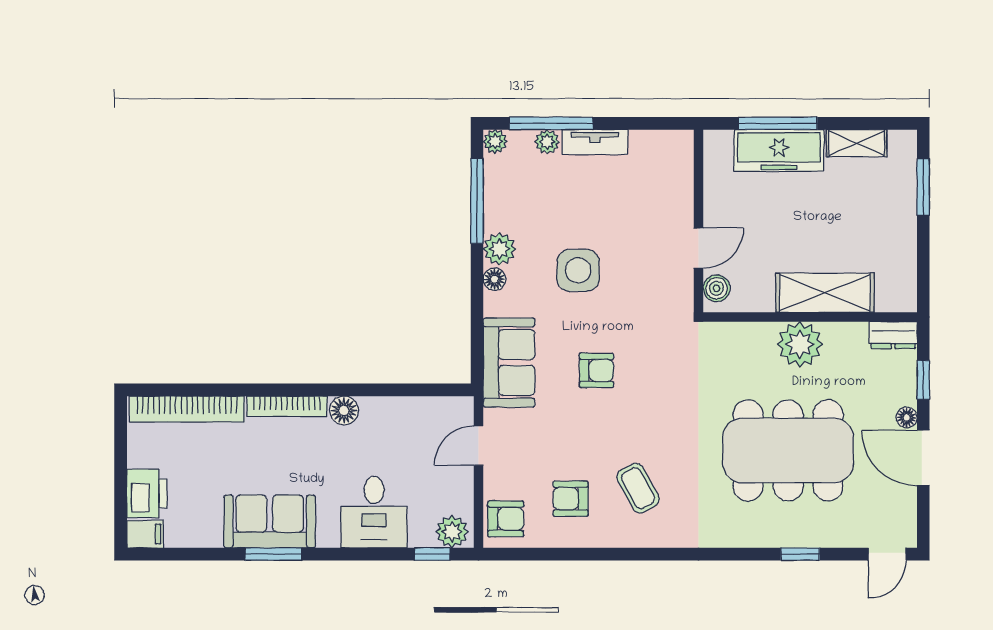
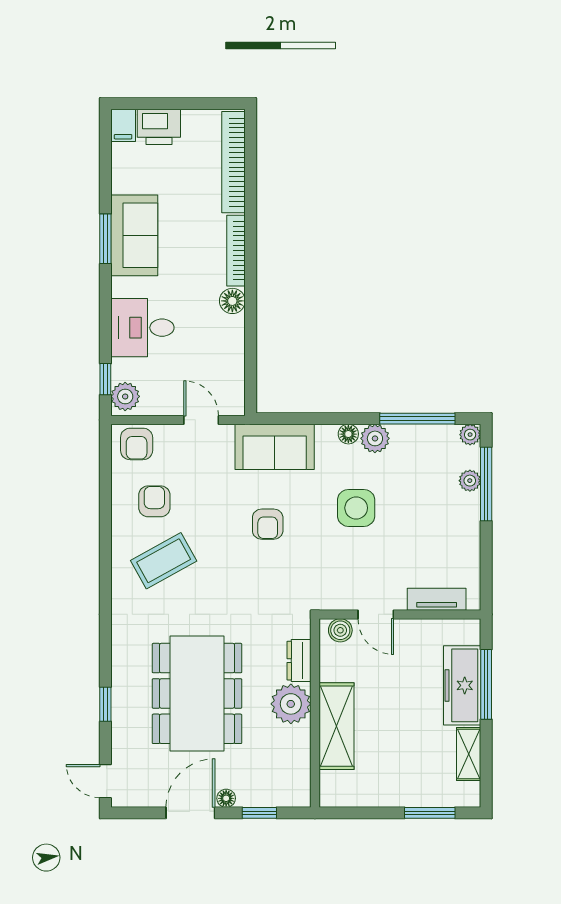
tv unit: (595, 142) -> (437, 599), moved, turned 90
dresser: (893, 335) -> (299, 661), moved
coffee table: (638, 488) -> (164, 561), width x1.36, depth x1.30

